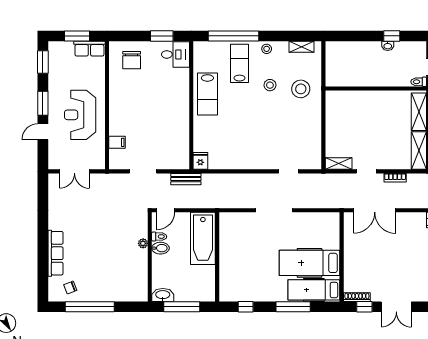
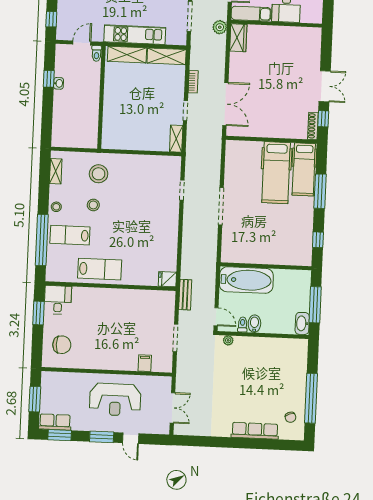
row of seats: (89, 49) -> (55, 422), moved, turned -90
plant: (143, 243) -> (228, 340), moved

